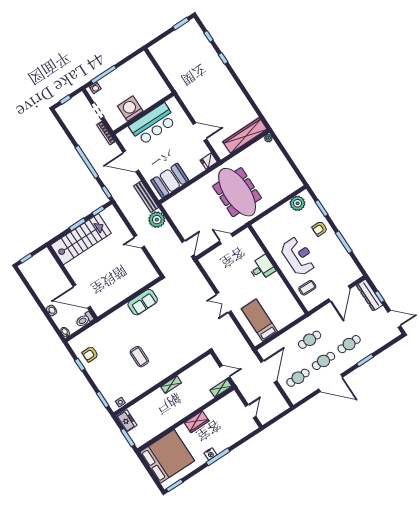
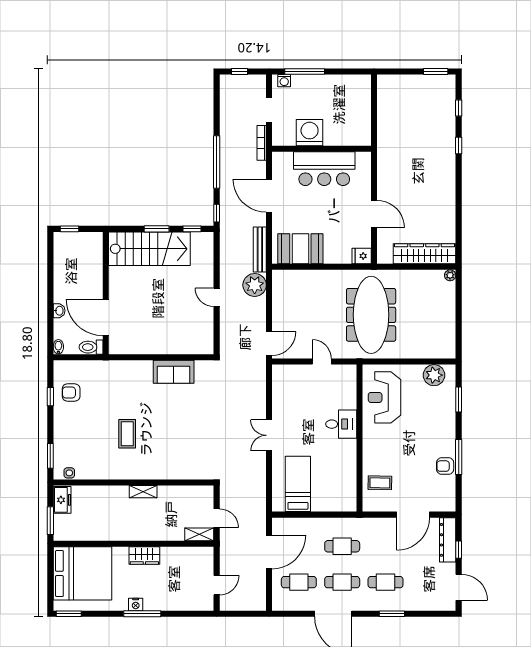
armchair: (320, 229) -> (445, 466), moved
reception desk: (298, 256) -> (384, 397), moved, turned 180

